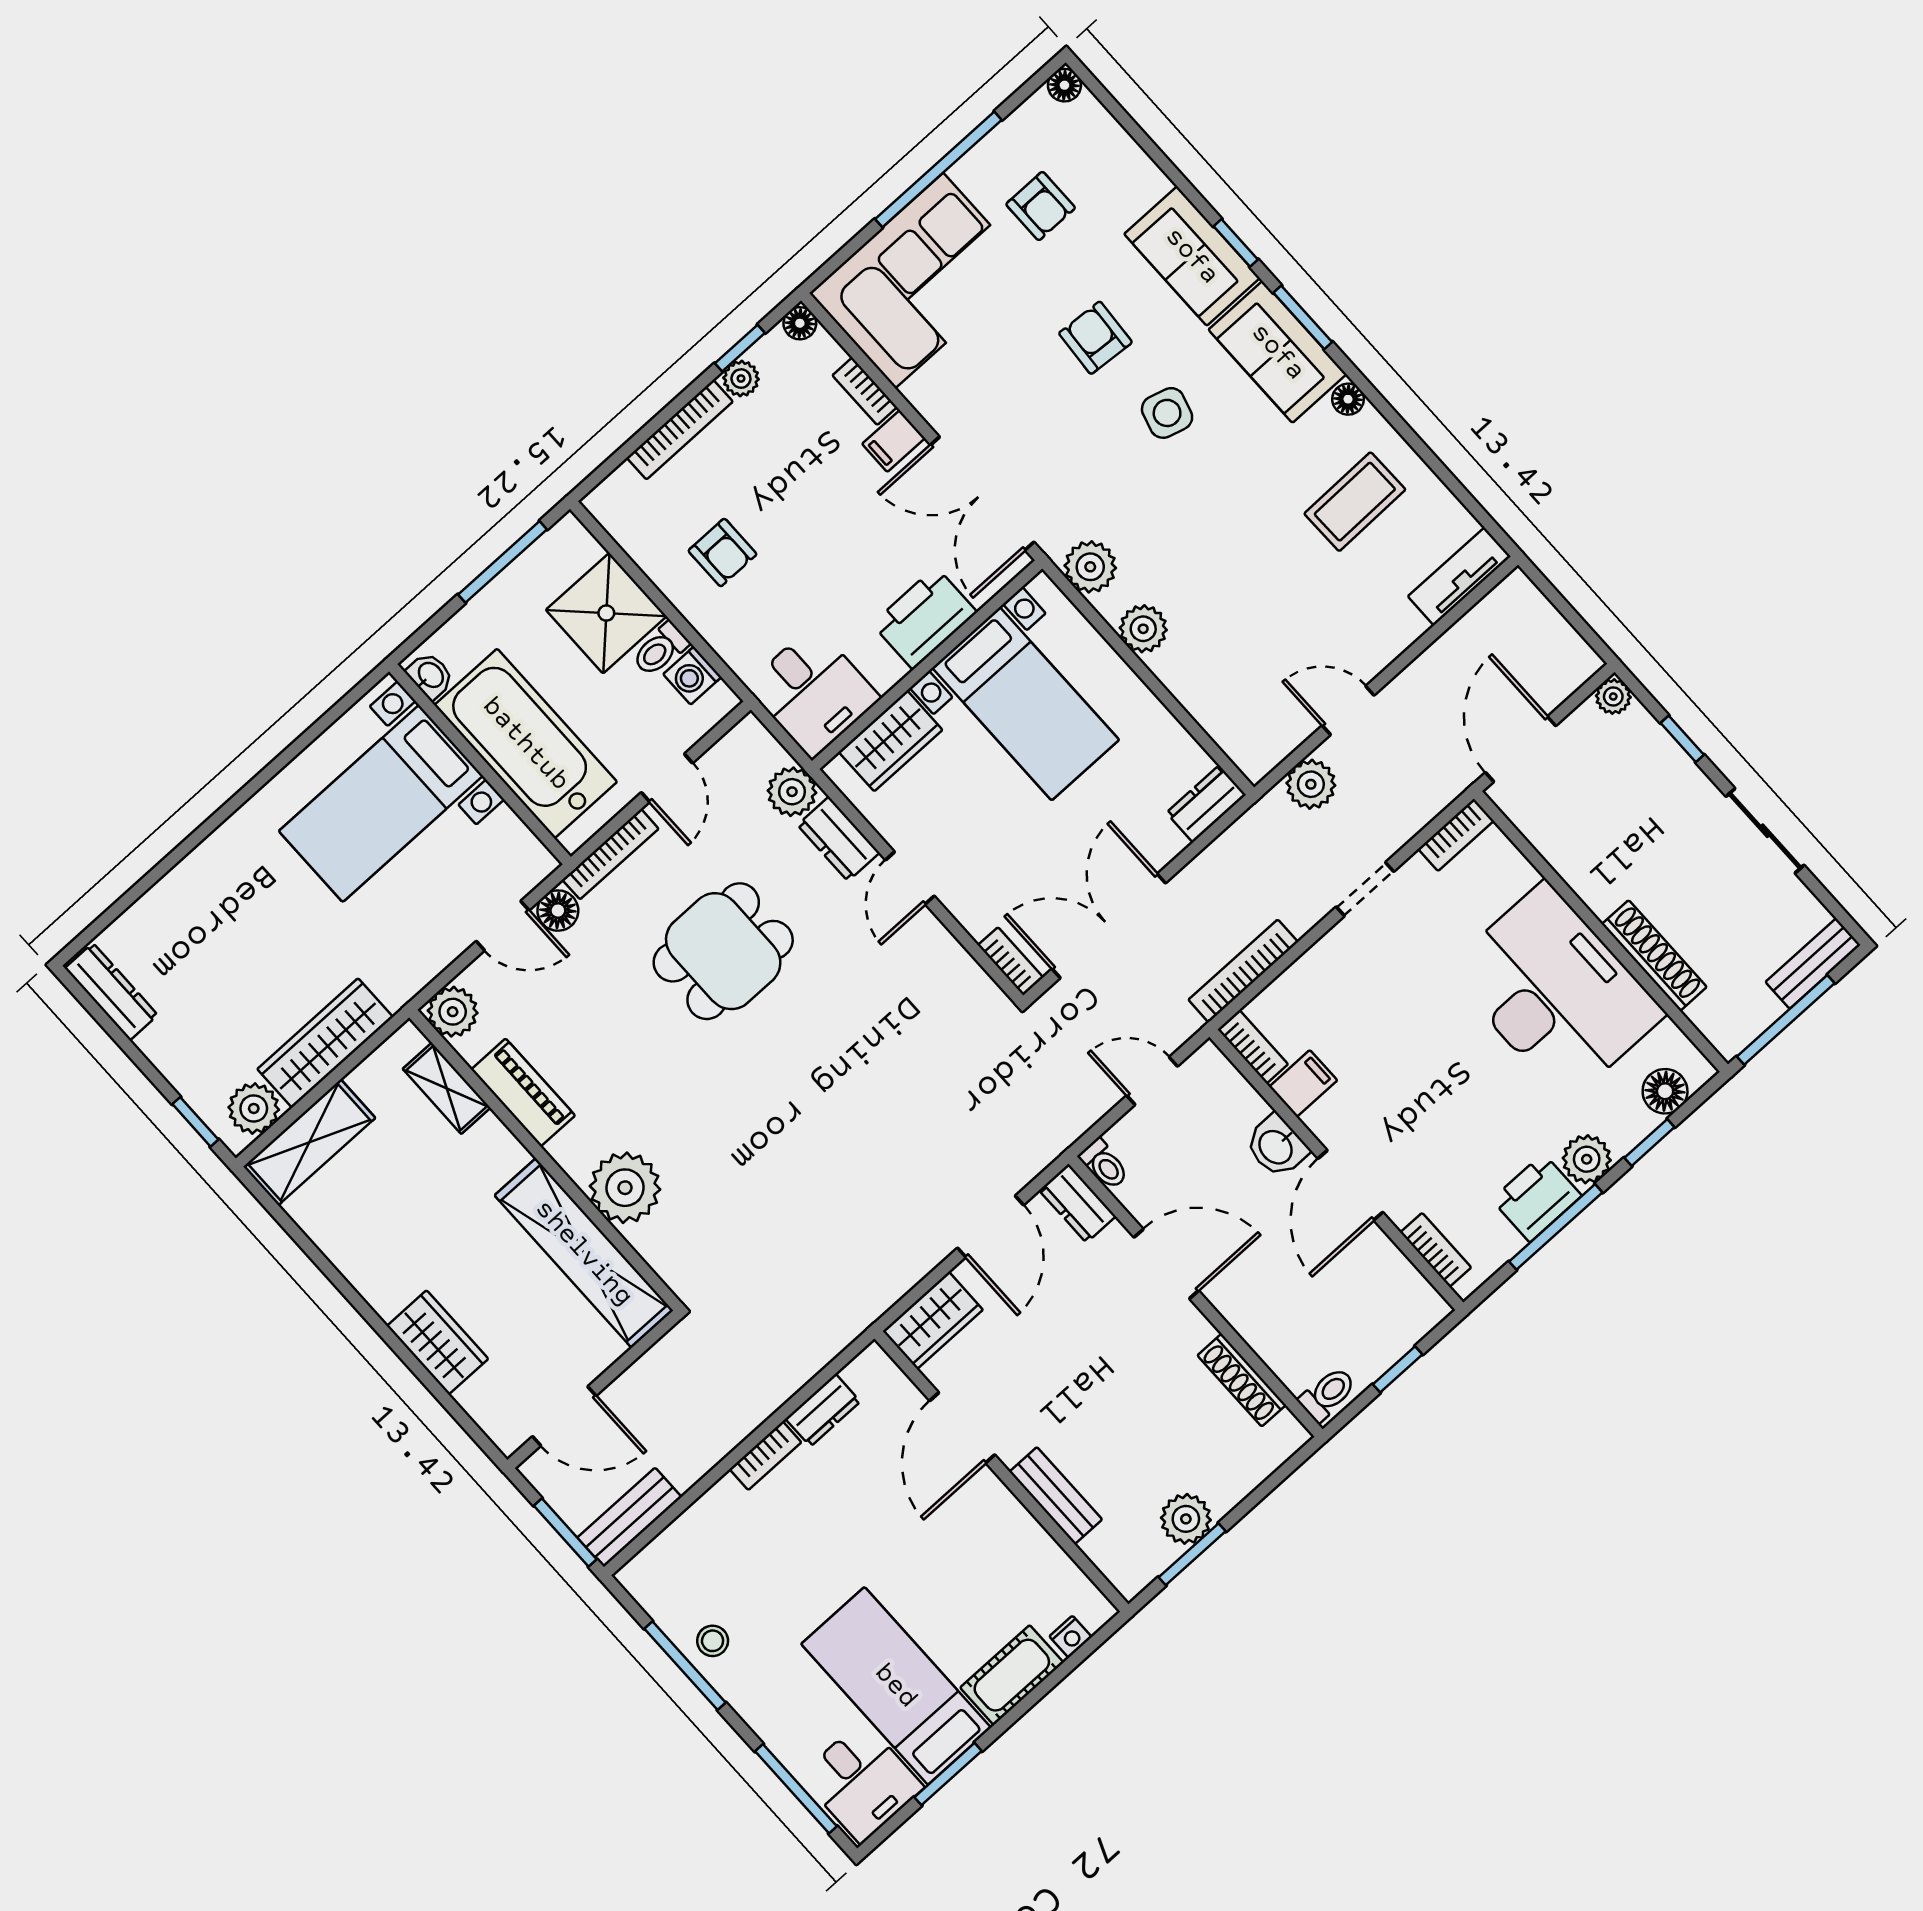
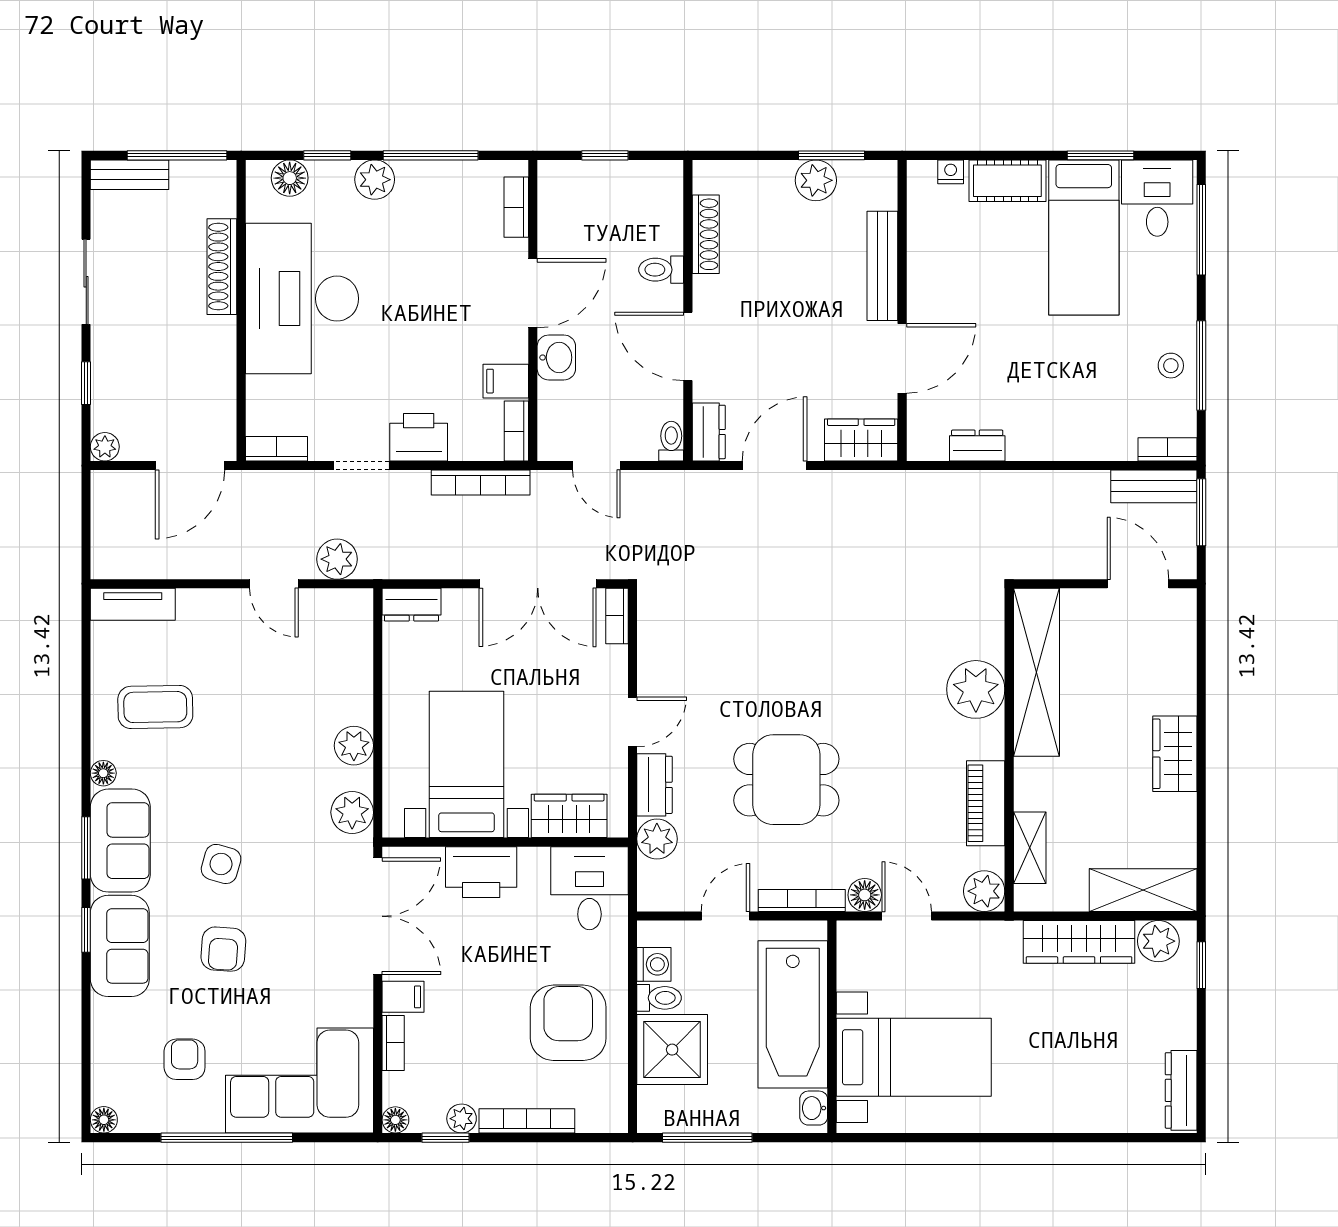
armchair: (722, 552) -> (568, 1023), width x1.88, depth x1.88
printer: (1537, 1198) -> (419, 437), moved, turned 180
wardrobe: (437, 1342) -> (1175, 754), moved
toilet: (1328, 1394) -> (661, 270), moved
bookcase: (765, 1456) -> (1167, 449), moved
bench: (1056, 1496) -> (882, 266), width x1.36

